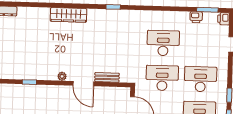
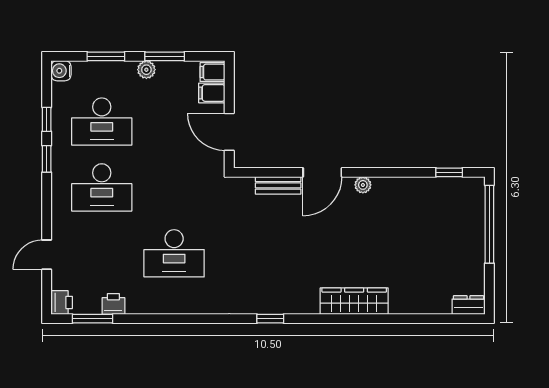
desk: (162, 78) -> (174, 187), removed
window: (29, 82) -> (449, 172), moved
door: (83, 84) -> (322, 172), swing flipped

